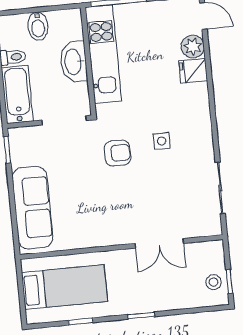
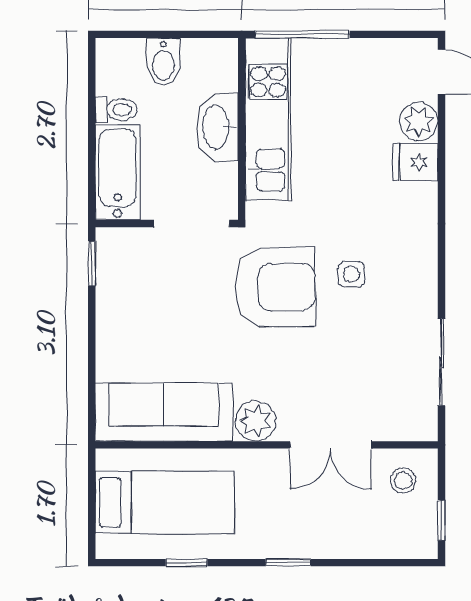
armchair: (117, 153) -> (276, 287), width x1.88, depth x1.88
sofa: (32, 208) -> (164, 412), moved, turned -90
plant: (113, 234) -> (256, 421), added
stool: (213, 282) -> (403, 481), moved

